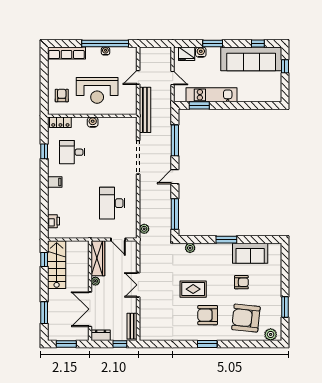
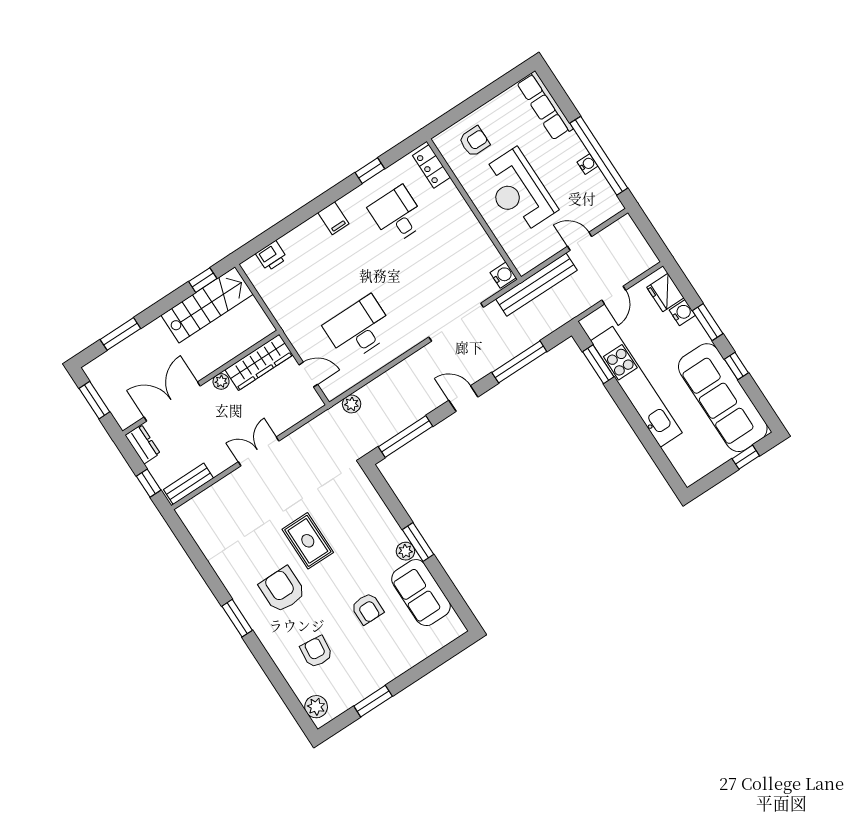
window: (258, 43) -> (736, 366), moved
kitchen unit: (212, 95) -> (636, 387), width x1.36
water cooler: (93, 122) -> (503, 275), moved
door: (118, 240) -> (308, 375), swing flipped
plant: (190, 248) -> (405, 551), moved
armchair: (246, 318) -> (316, 652), width x0.53, depth x0.53

